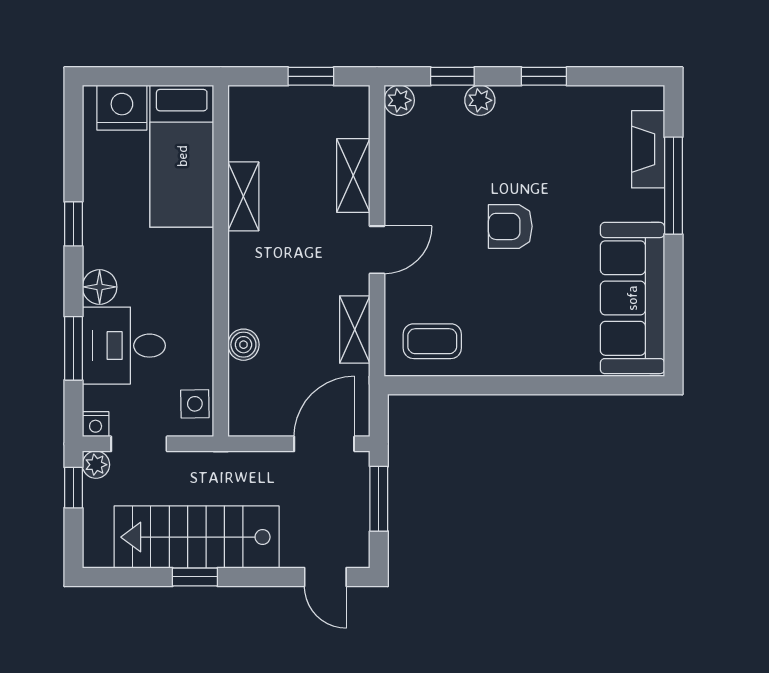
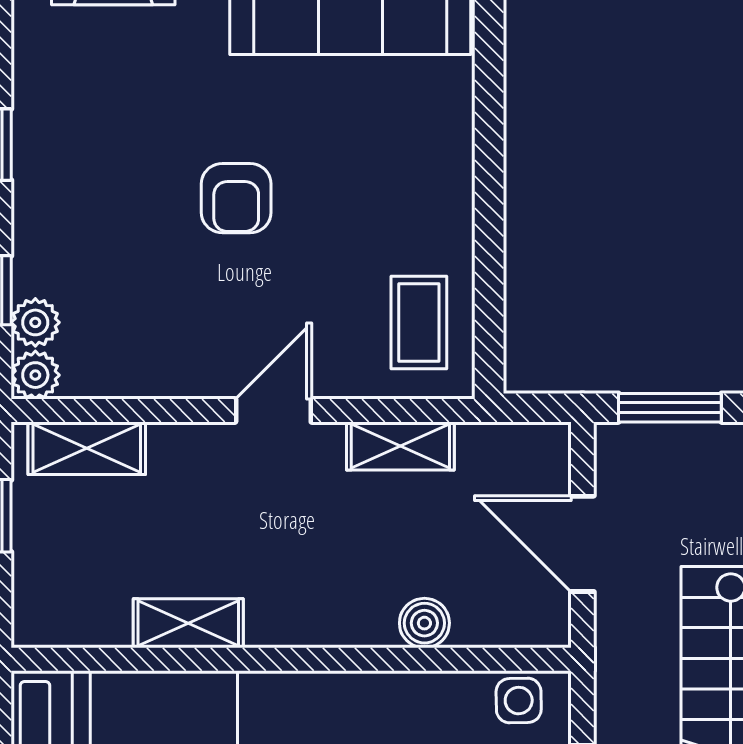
plant: (480, 100) -> (35, 322), moved
shelving: (353, 175) -> (87, 448), moved
door: (377, 250) -> (273, 410), hinge flipped
door: (324, 444) -> (582, 544), moved

